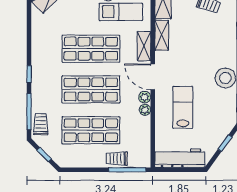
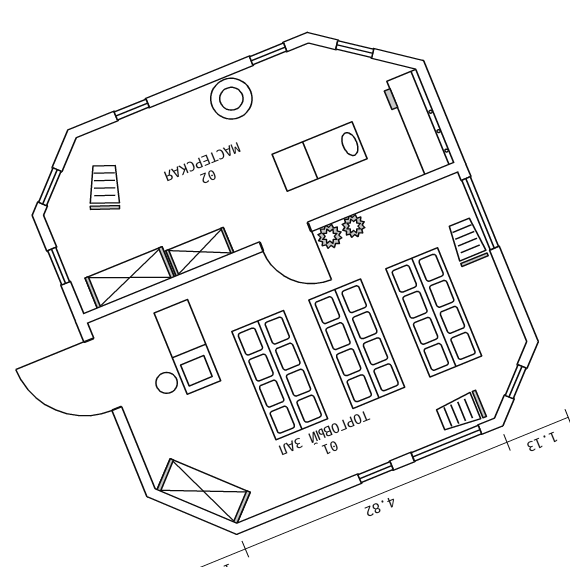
shelving: (144, 46) -> (234, 277), removed
door: (153, 77) -> (285, 237), hinge flipped
trolley: (117, 159) -> (467, 242), turned 180

